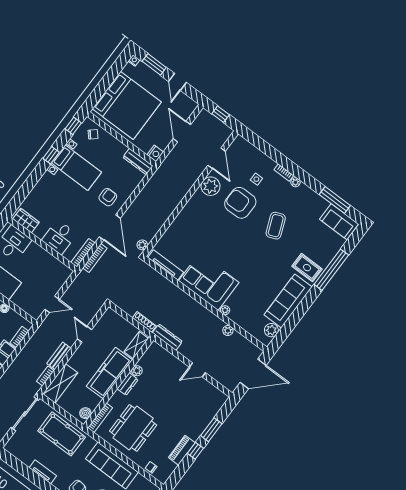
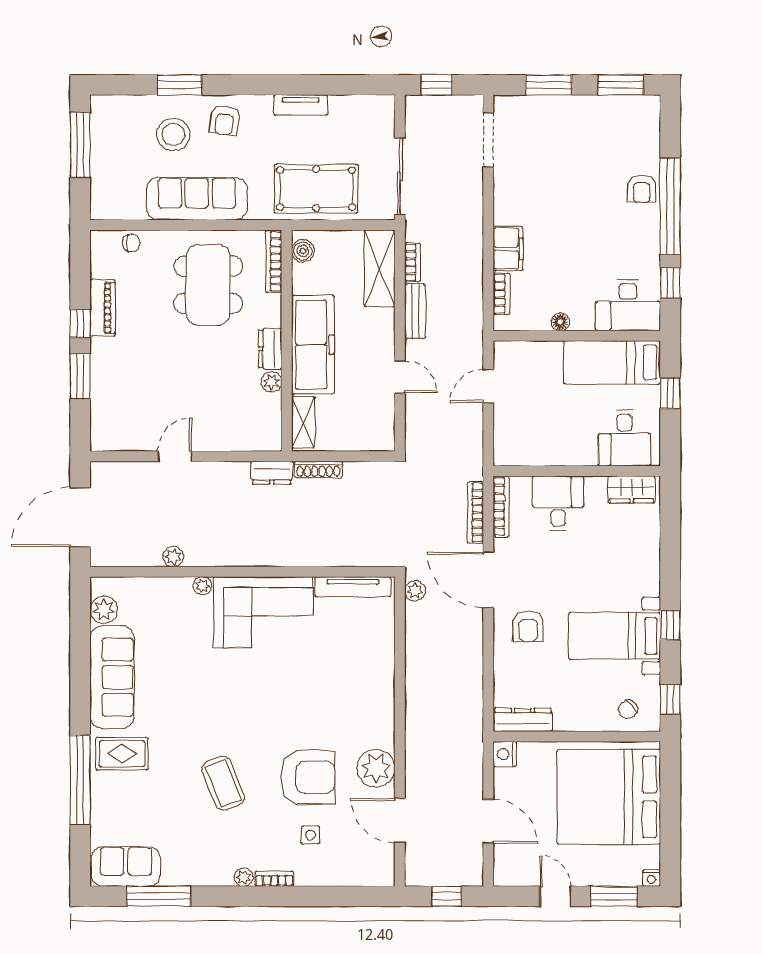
dresser: (167, 337) -> (272, 473), width x0.70

